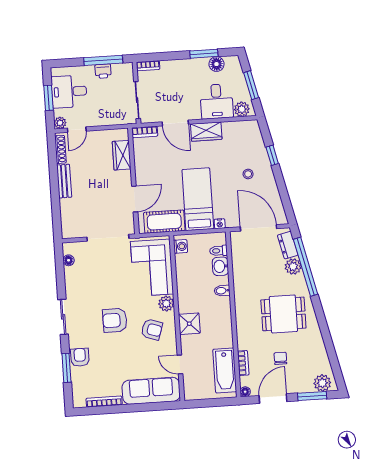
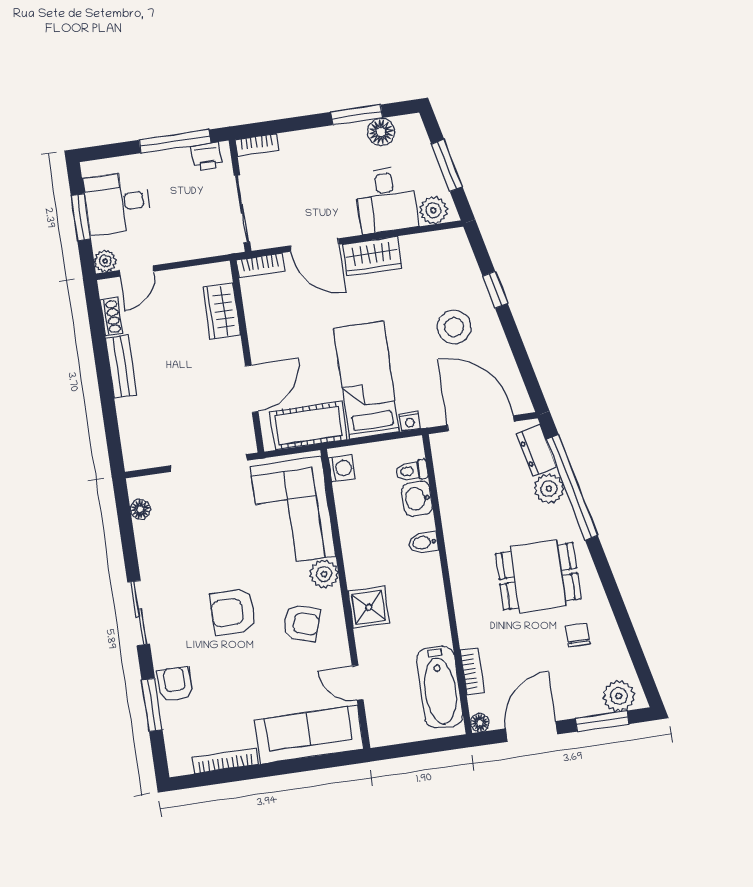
printer: (103, 71) -> (207, 157), moved
shoe rack: (60, 149) -> (111, 317), width x0.70
stool: (248, 174) -> (454, 327), width x1.89, depth x1.89
chair: (280, 358) -> (578, 635), moved

